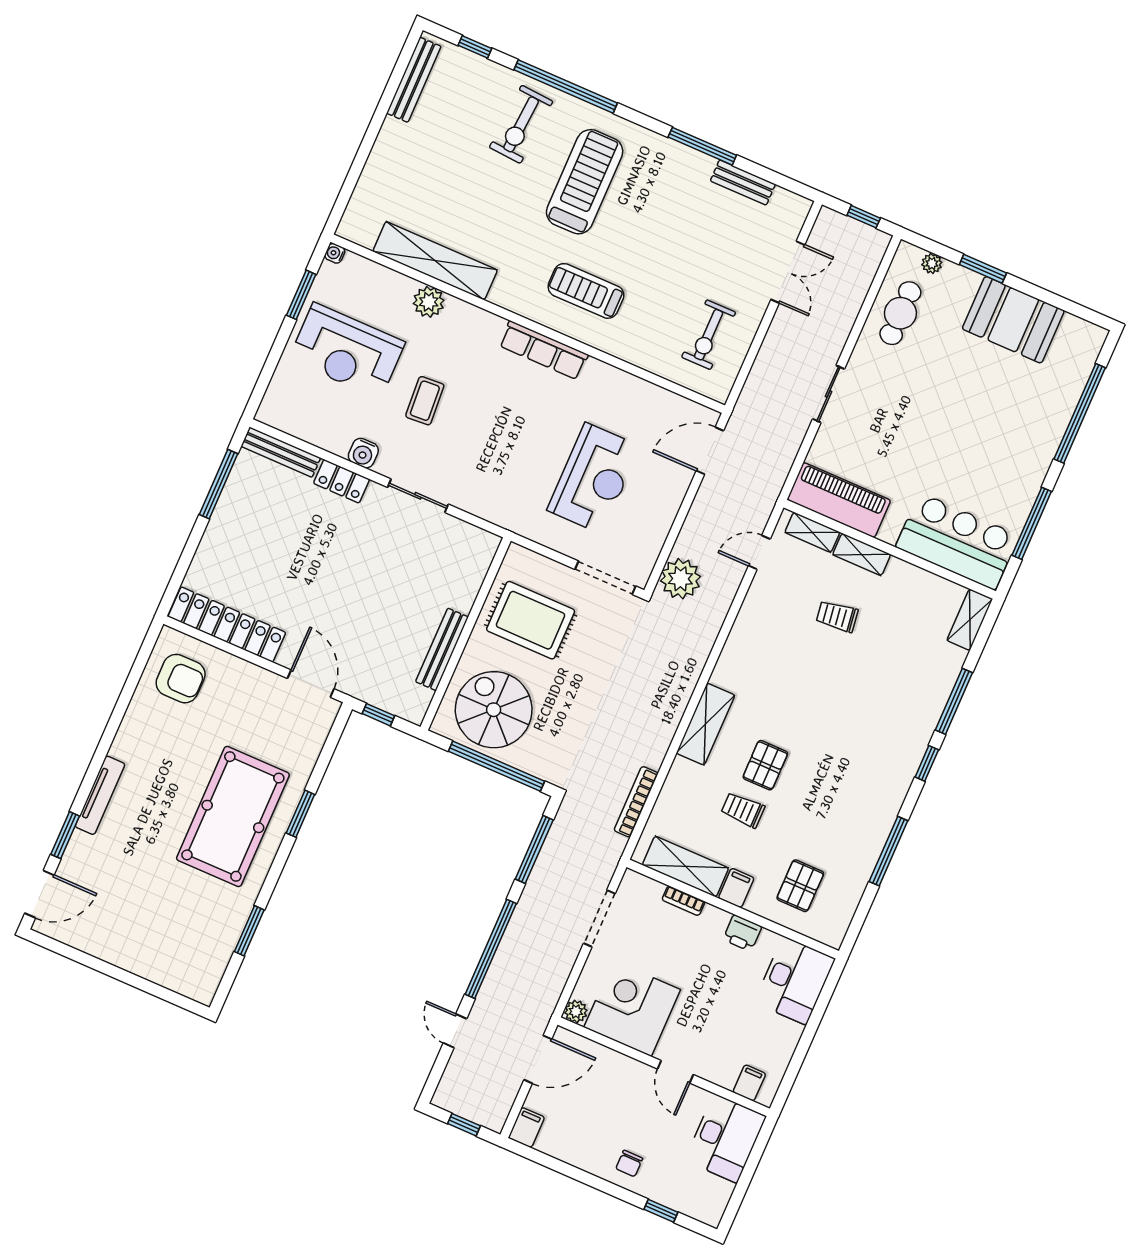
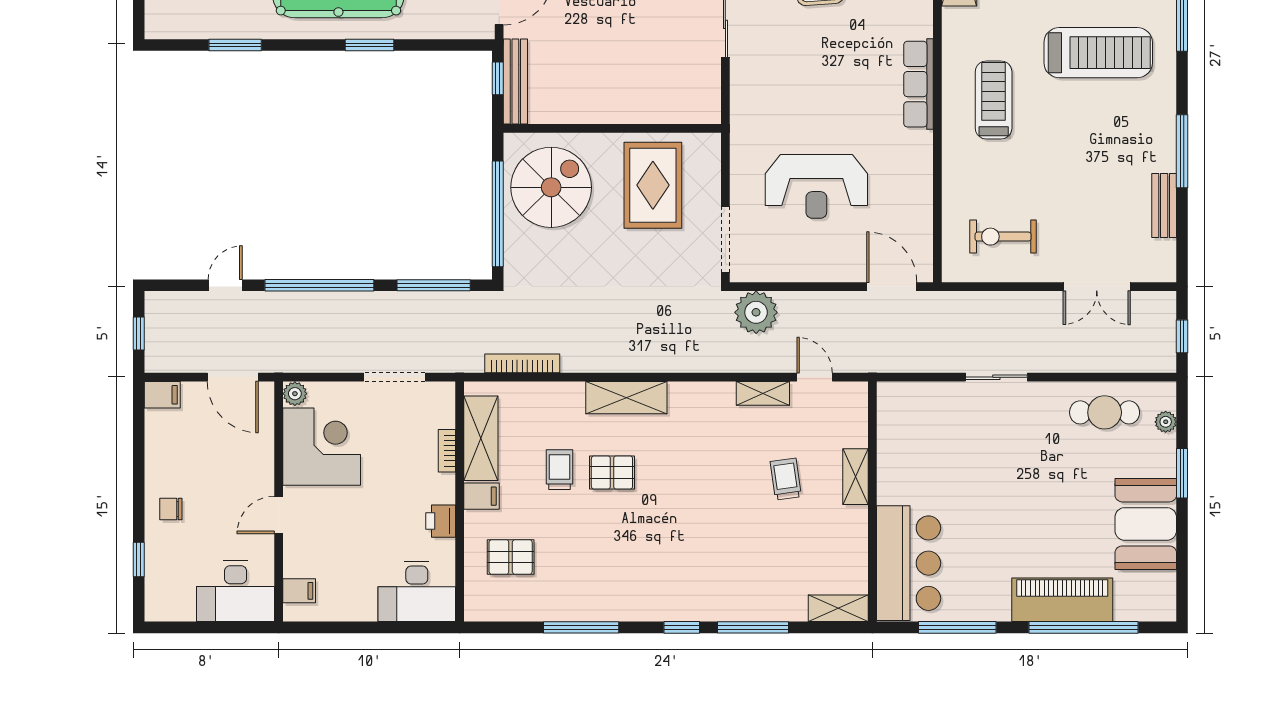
piano: (839, 500) -> (1062, 600), moved, turned -90
shelving: (812, 532) -> (763, 393), moved, turned 90
bench: (442, 649) -> (515, 82), moved, turned 90

